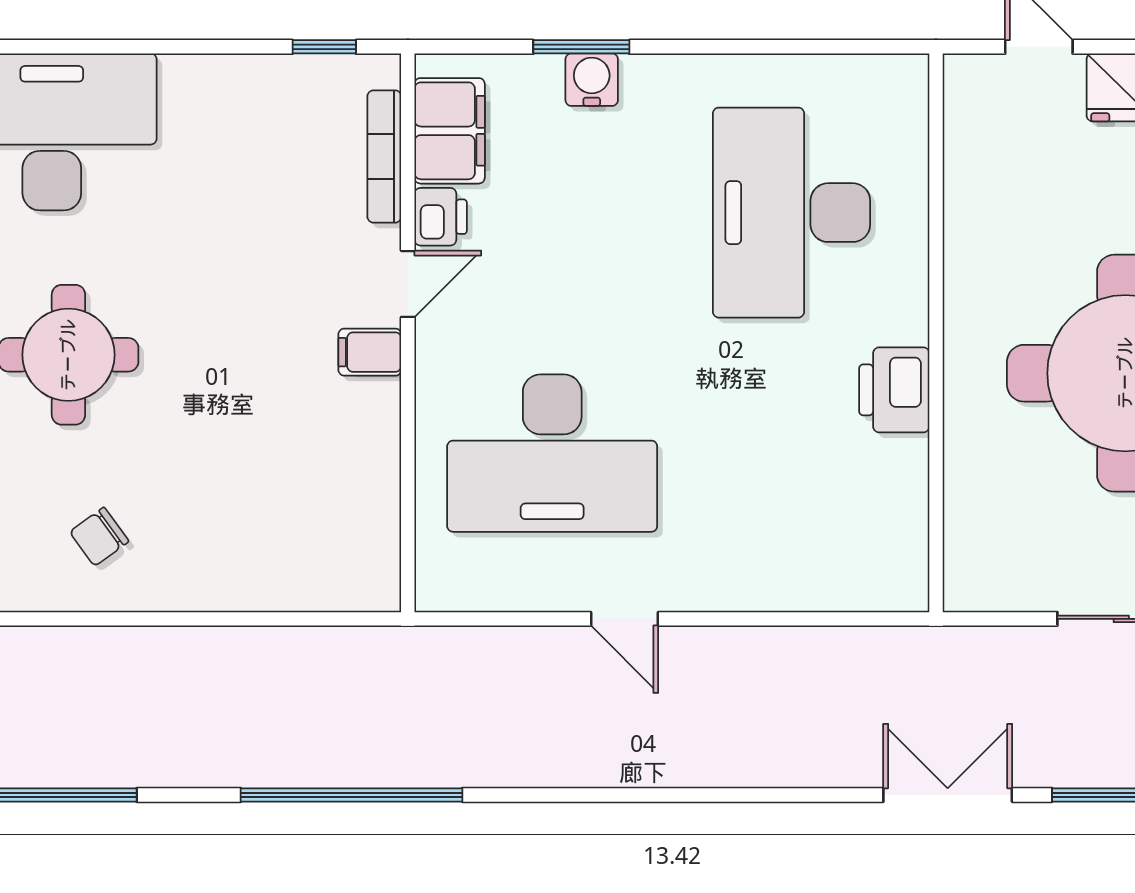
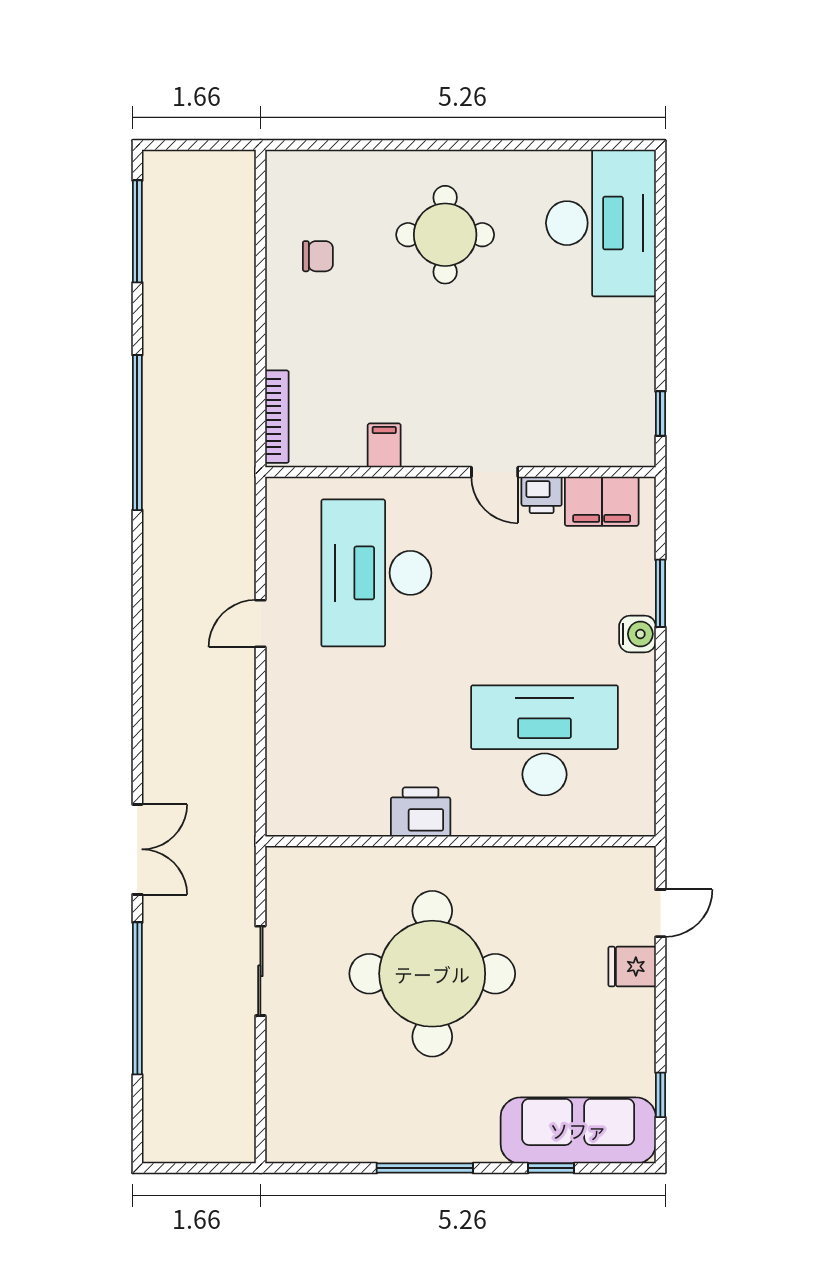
water cooler: (592, 80) -> (637, 634), moved
bookcase: (384, 157) -> (277, 417), moved, turned 90
filing cabinet: (370, 352) -> (384, 445), moved
chair: (99, 537) -> (318, 256), turned 126

